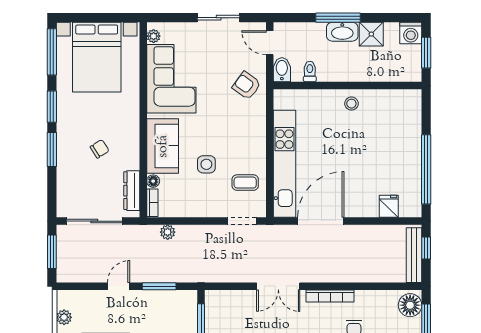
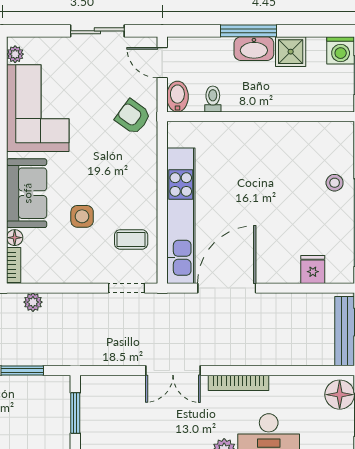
stool: (351, 104) -> (335, 183), moved

